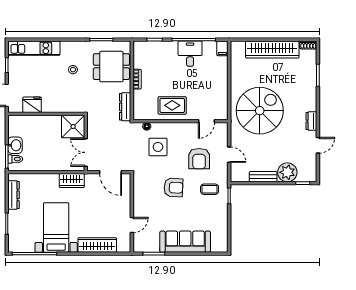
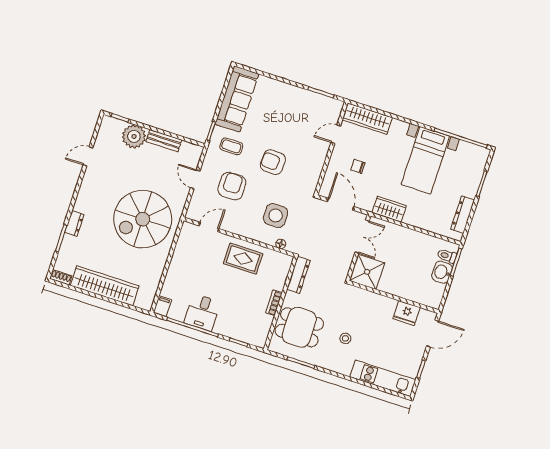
dresser: (311, 121) -> (74, 224), moved
chair: (107, 206) -> (358, 166), added
sofa: (185, 242) -> (237, 99), moved, turned -90
wardrobe: (97, 245) -> (367, 119), moved

